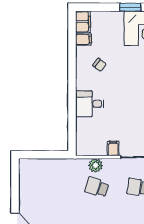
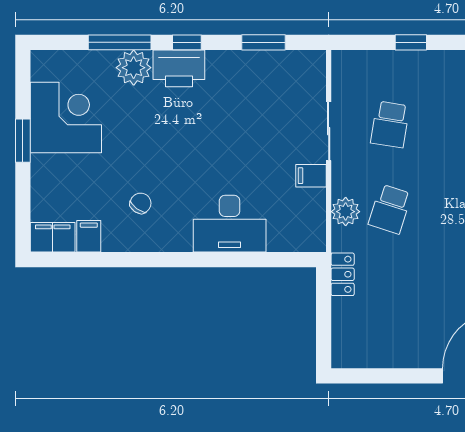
desk: (90, 104) -> (230, 224), width x1.37
locker: (65, 164) -> (343, 274), added

